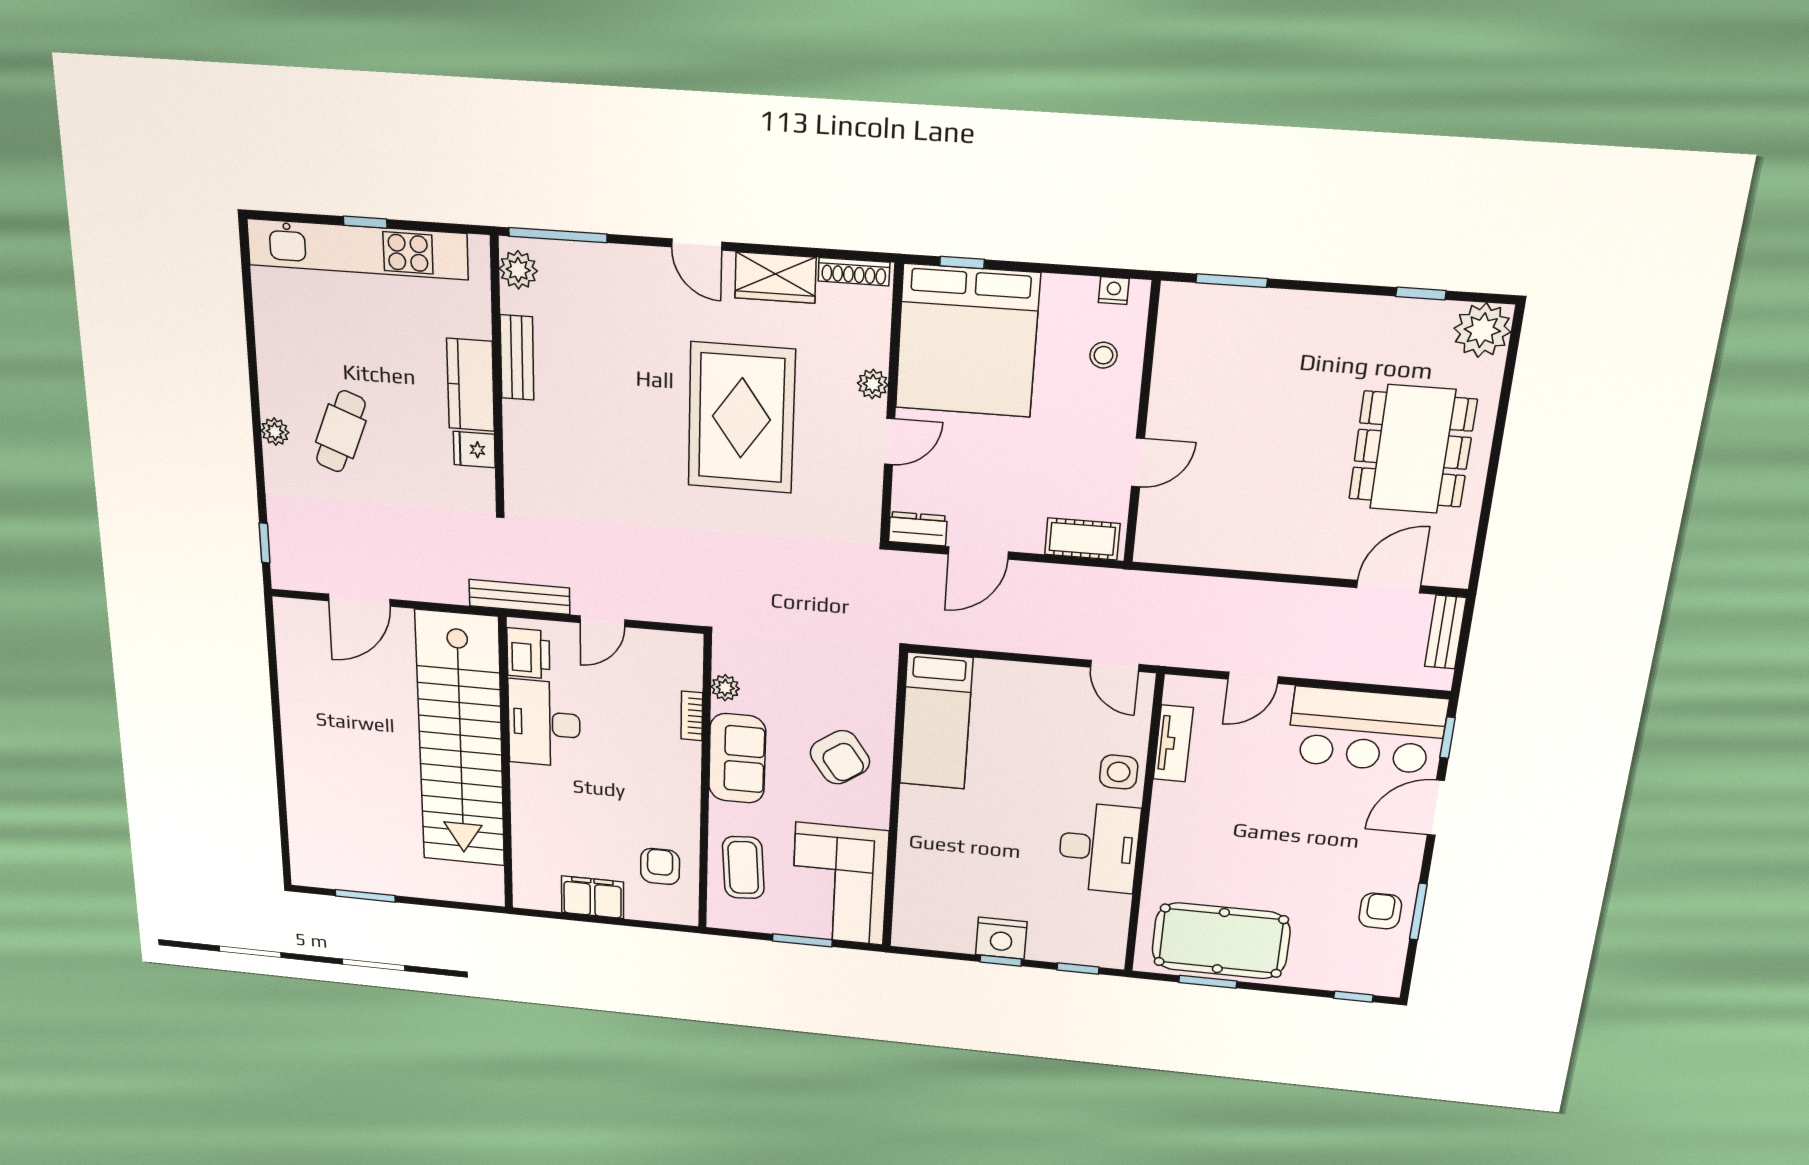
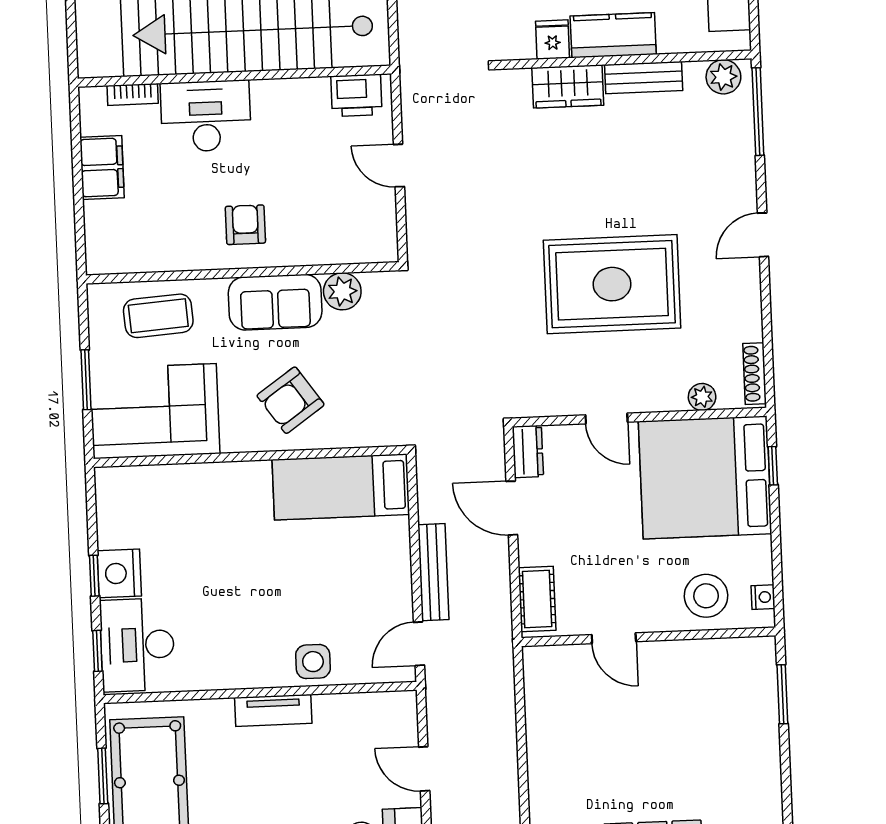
wardrobe: (775, 278) -> (568, 86), moved, turned -90
stool: (1103, 355) -> (706, 596), width x1.89, depth x1.89
plant: (873, 384) -> (702, 397), moved
bench: (519, 597) -> (433, 572), moved
plant: (725, 688) -> (342, 291), width x1.38, depth x1.38
bookcase: (692, 716) -> (133, 94), moved, turned 180
desk: (544, 723) -> (206, 116), moved
tv unit: (1173, 743) -> (273, 710), moved
desk: (1099, 848) -> (137, 645), moved, turned 90
armchair: (660, 866) -> (245, 225), moved, turned -90

